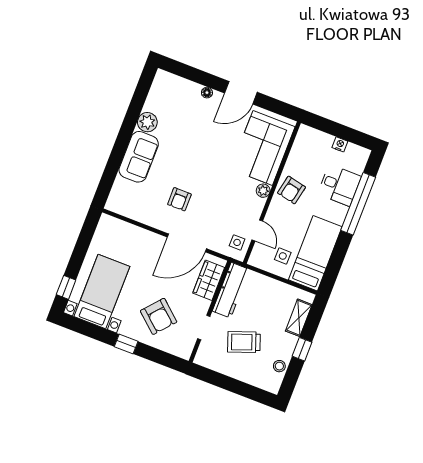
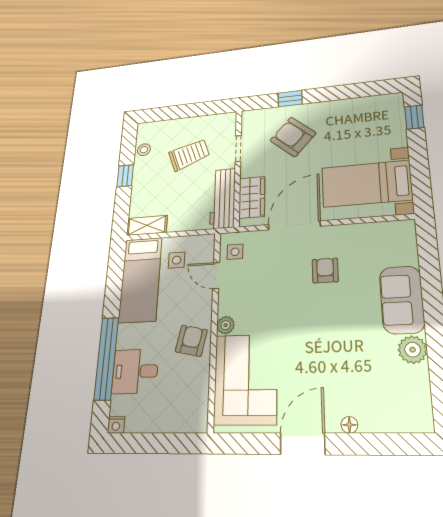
nightstand: (340, 144) -> (116, 425), moved
bed with nightstands: (102, 292) -> (366, 184), moved, turned 90
shelving: (299, 318) -> (147, 225), moved, turned 90
window: (126, 344) -> (290, 98), moved

